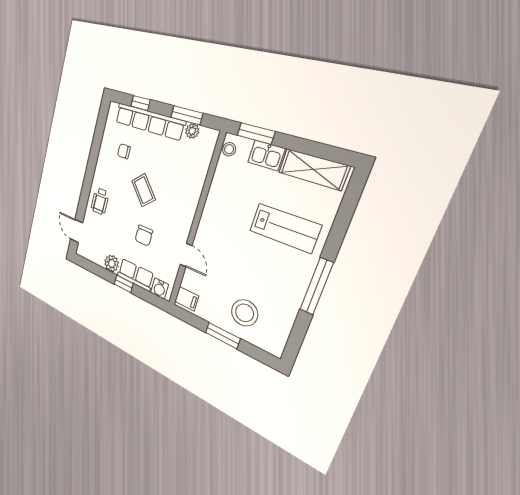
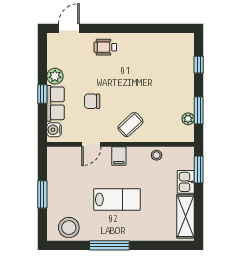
row of seats: (149, 121) -> (186, 78), removed
stool: (229, 149) -> (157, 155), moved
chair: (124, 151) -> (156, 60), removed
coffee table: (143, 190) -> (130, 125), moved
lab bench: (285, 228) -> (117, 199), moved, turned -90
filing cabinet: (187, 299) -> (119, 156), moved
stool: (245, 313) -> (69, 228), moved

